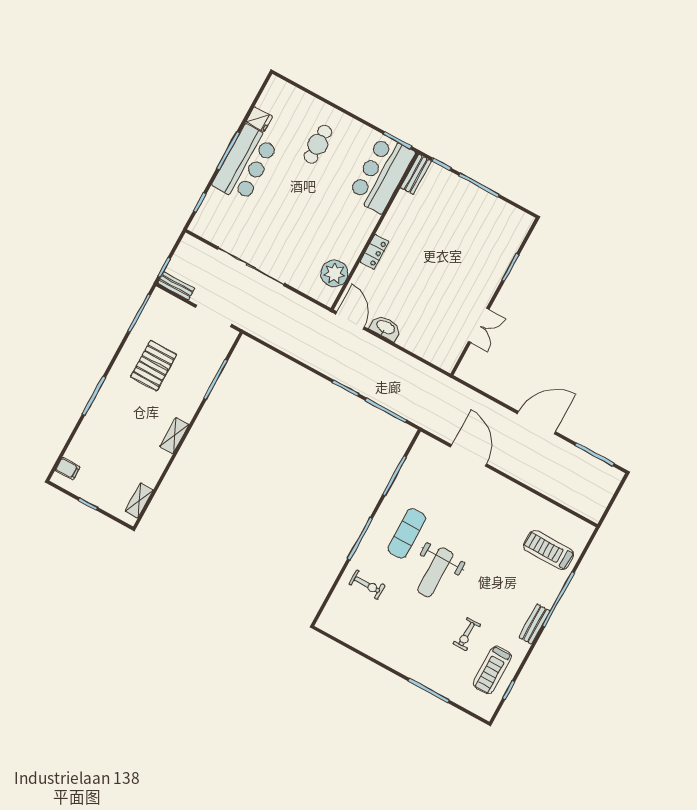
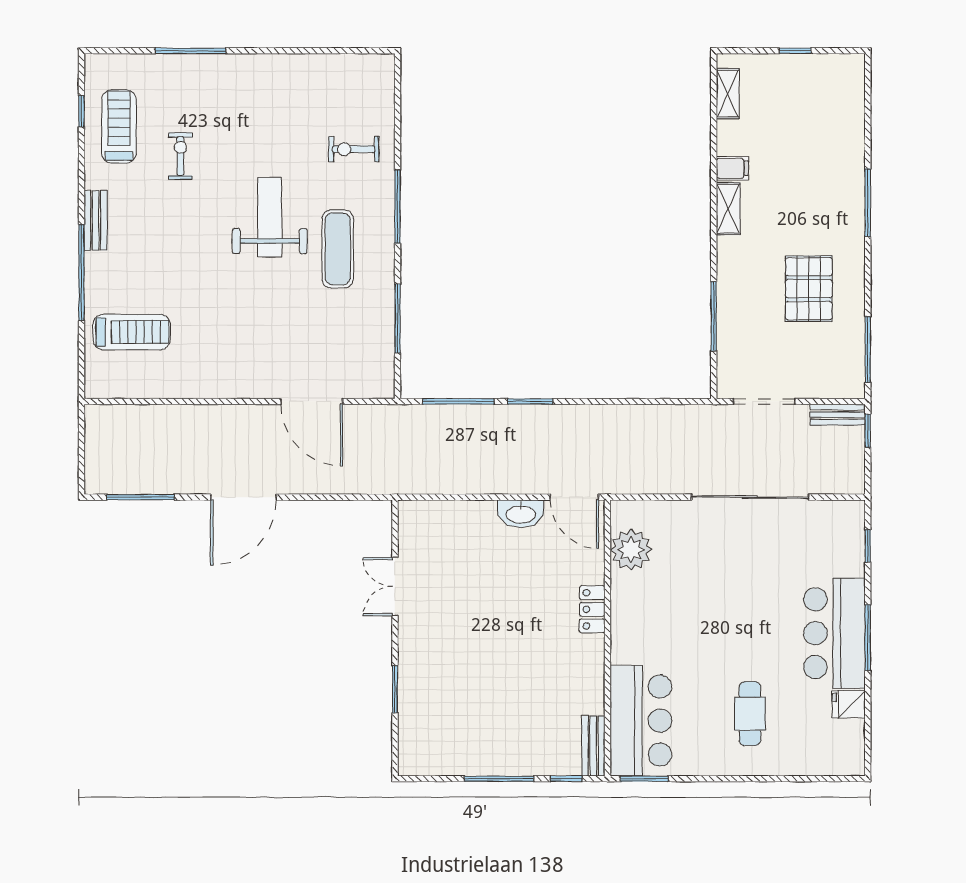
filing cabinet: (68, 469) -> (732, 168), moved, turned 180

